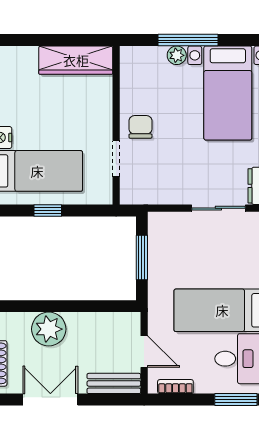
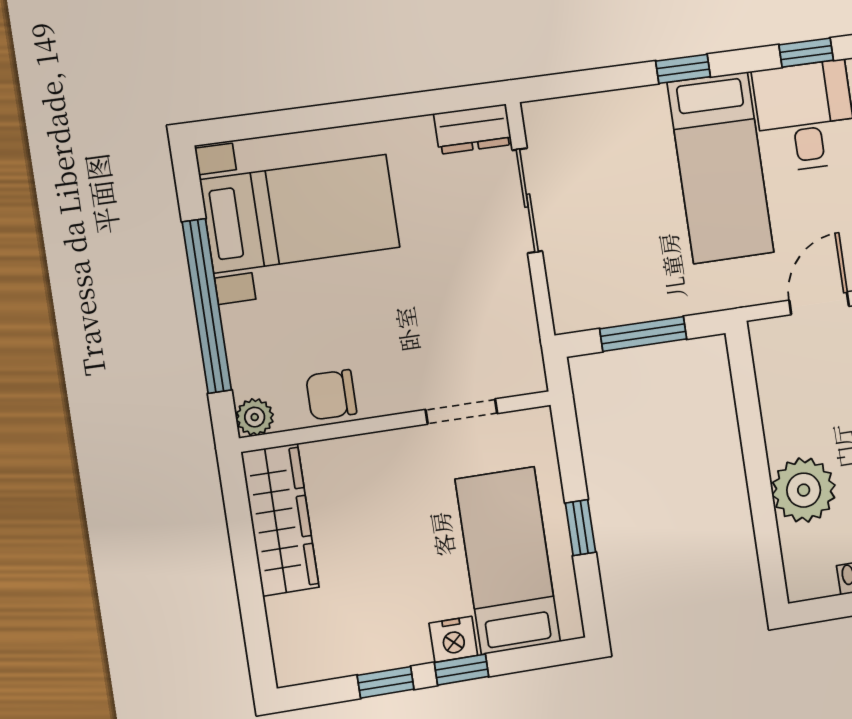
window: (188, 40) -> (207, 306), width x1.46
plant: (177, 55) -> (255, 417), moved
chair: (140, 127) -> (331, 395), moved

